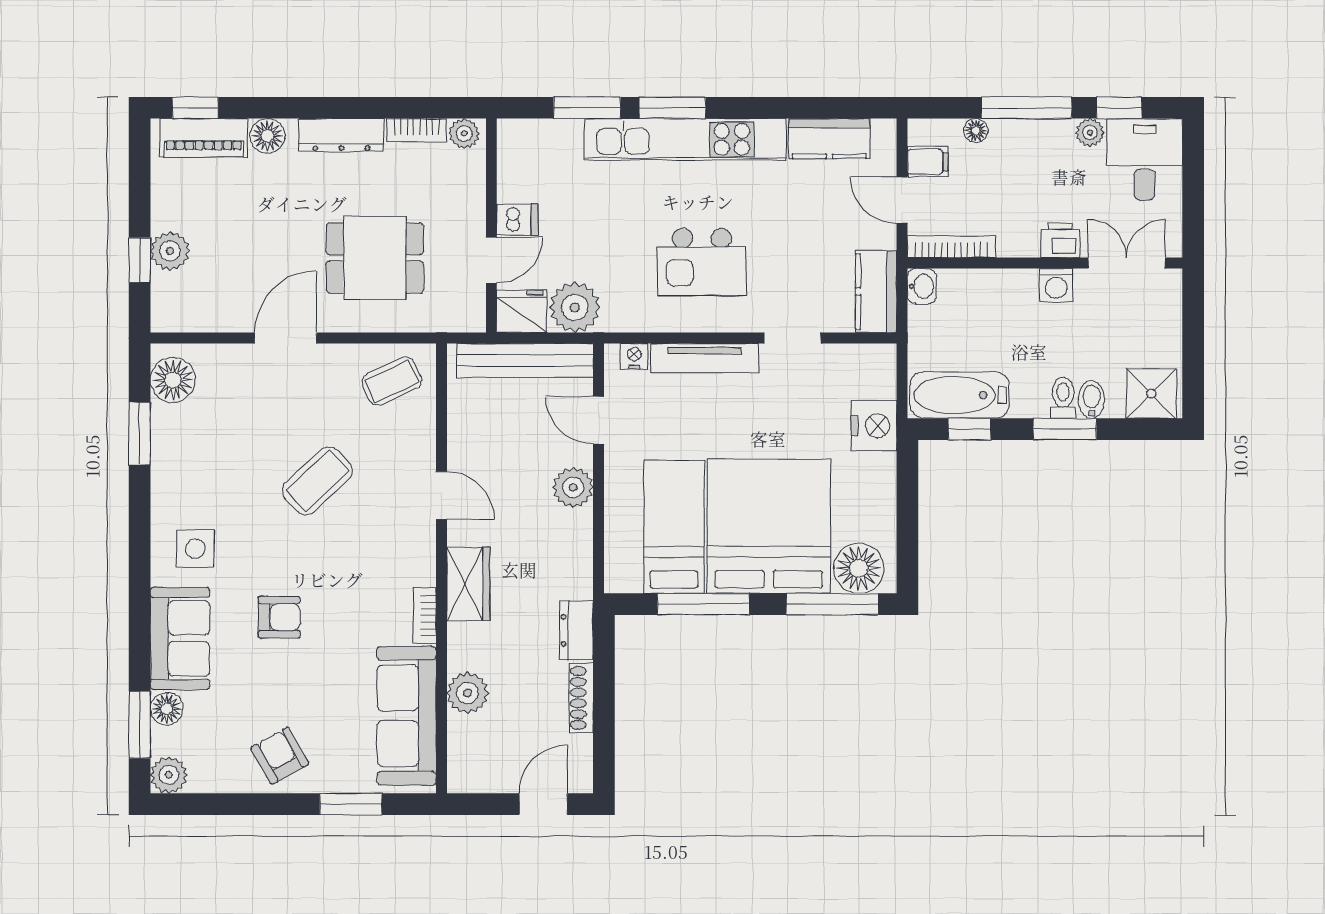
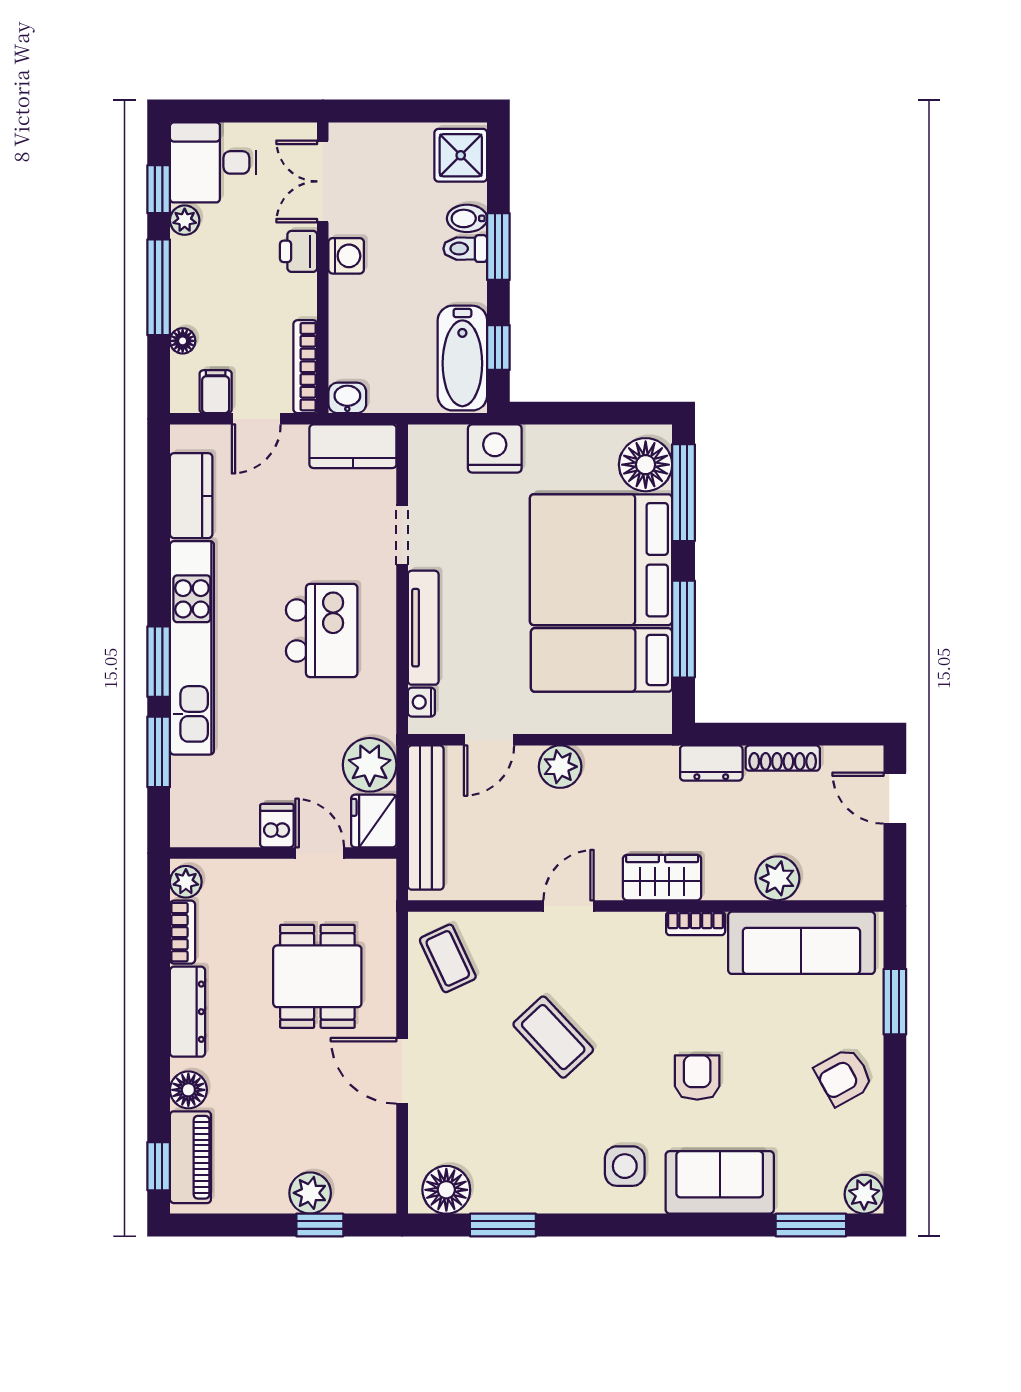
floor lamp: (167, 709) -> (794, 1196), removed

